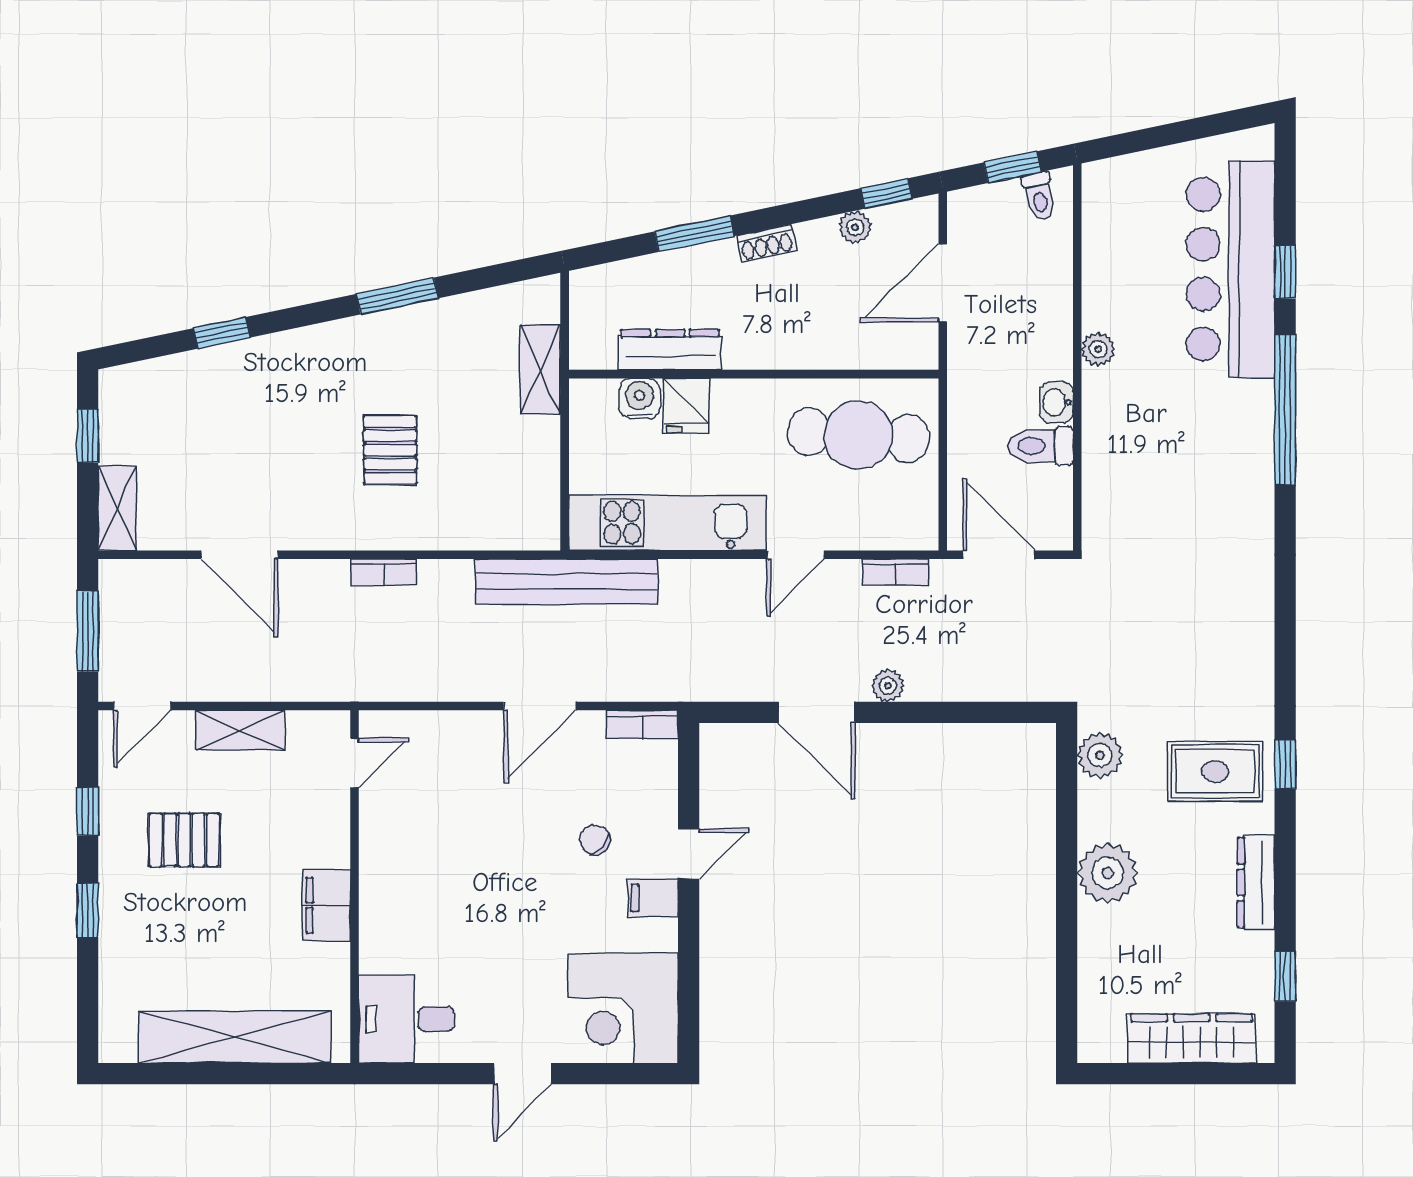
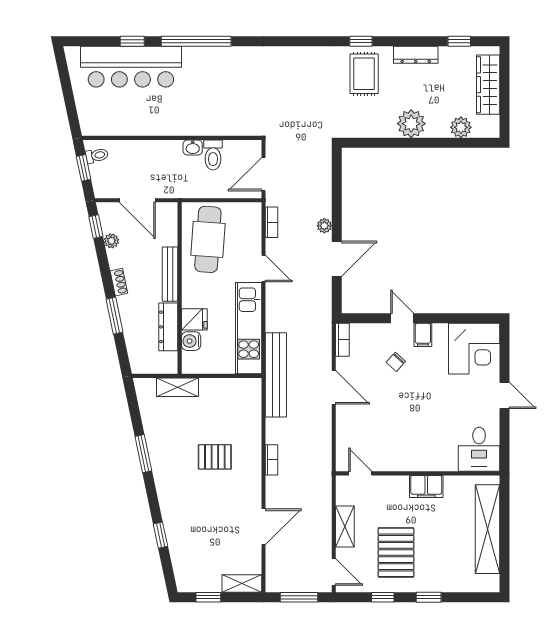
plant: (1098, 349) -> (168, 128), removed
bench: (784, 353) -> (170, 274), added
plant: (1100, 755) -> (461, 127), moved
pallet: (184, 840) -> (396, 552), width x1.50, depth x1.42

